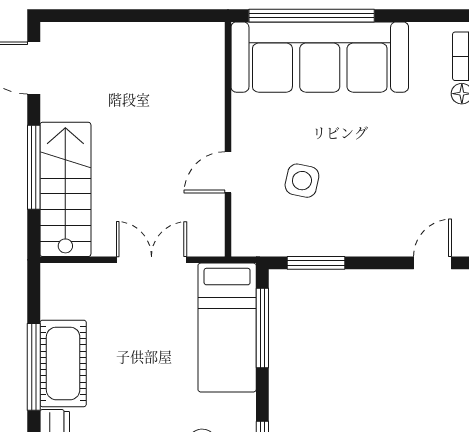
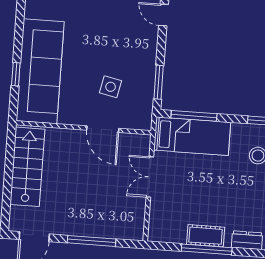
window: (312, 16) -> (16, 74), width x0.32
door: (228, 172) -> (103, 129), width x1.38
stairs: (65, 189) -> (27, 167), moved, turned 90
cot: (63, 363) -> (206, 236), width x0.73, depth x0.75

